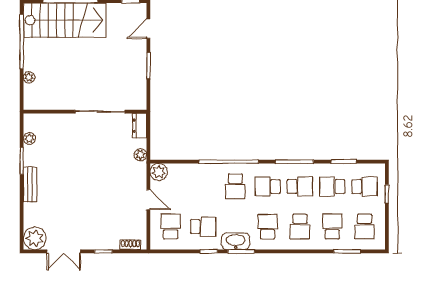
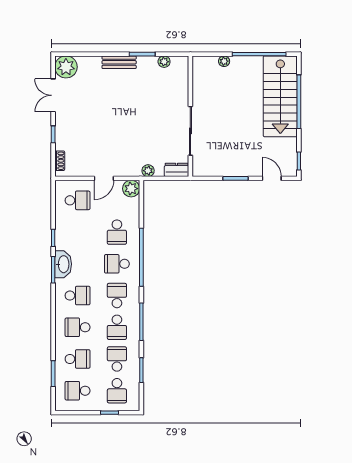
school desk: (203, 227) -> (117, 232), moved

